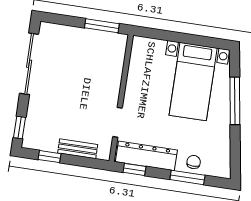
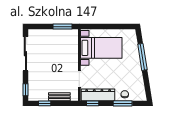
bed with nightstands: (193, 82) -> (101, 48), moved, turned -90

